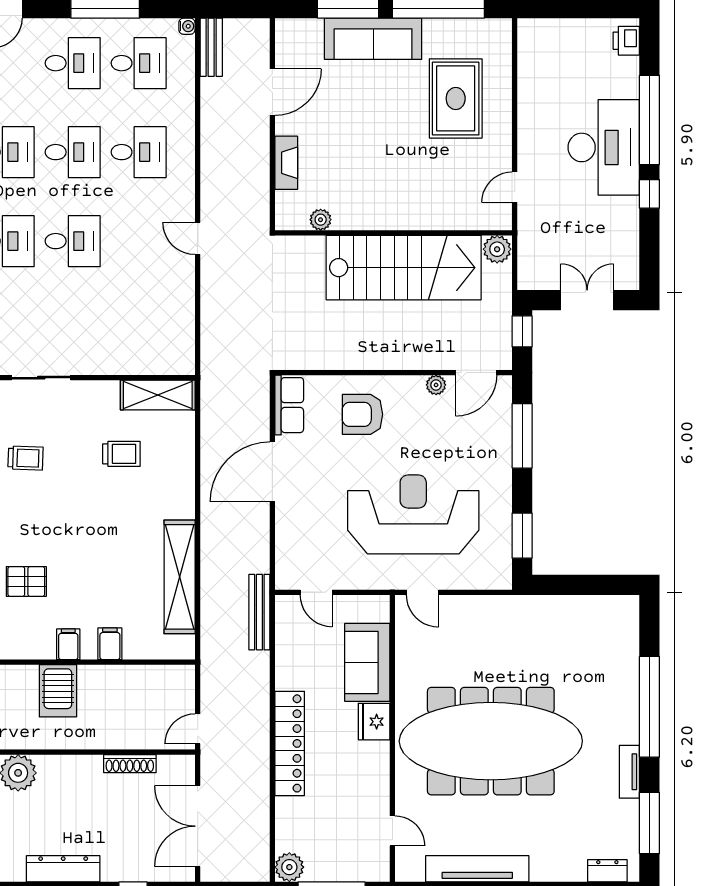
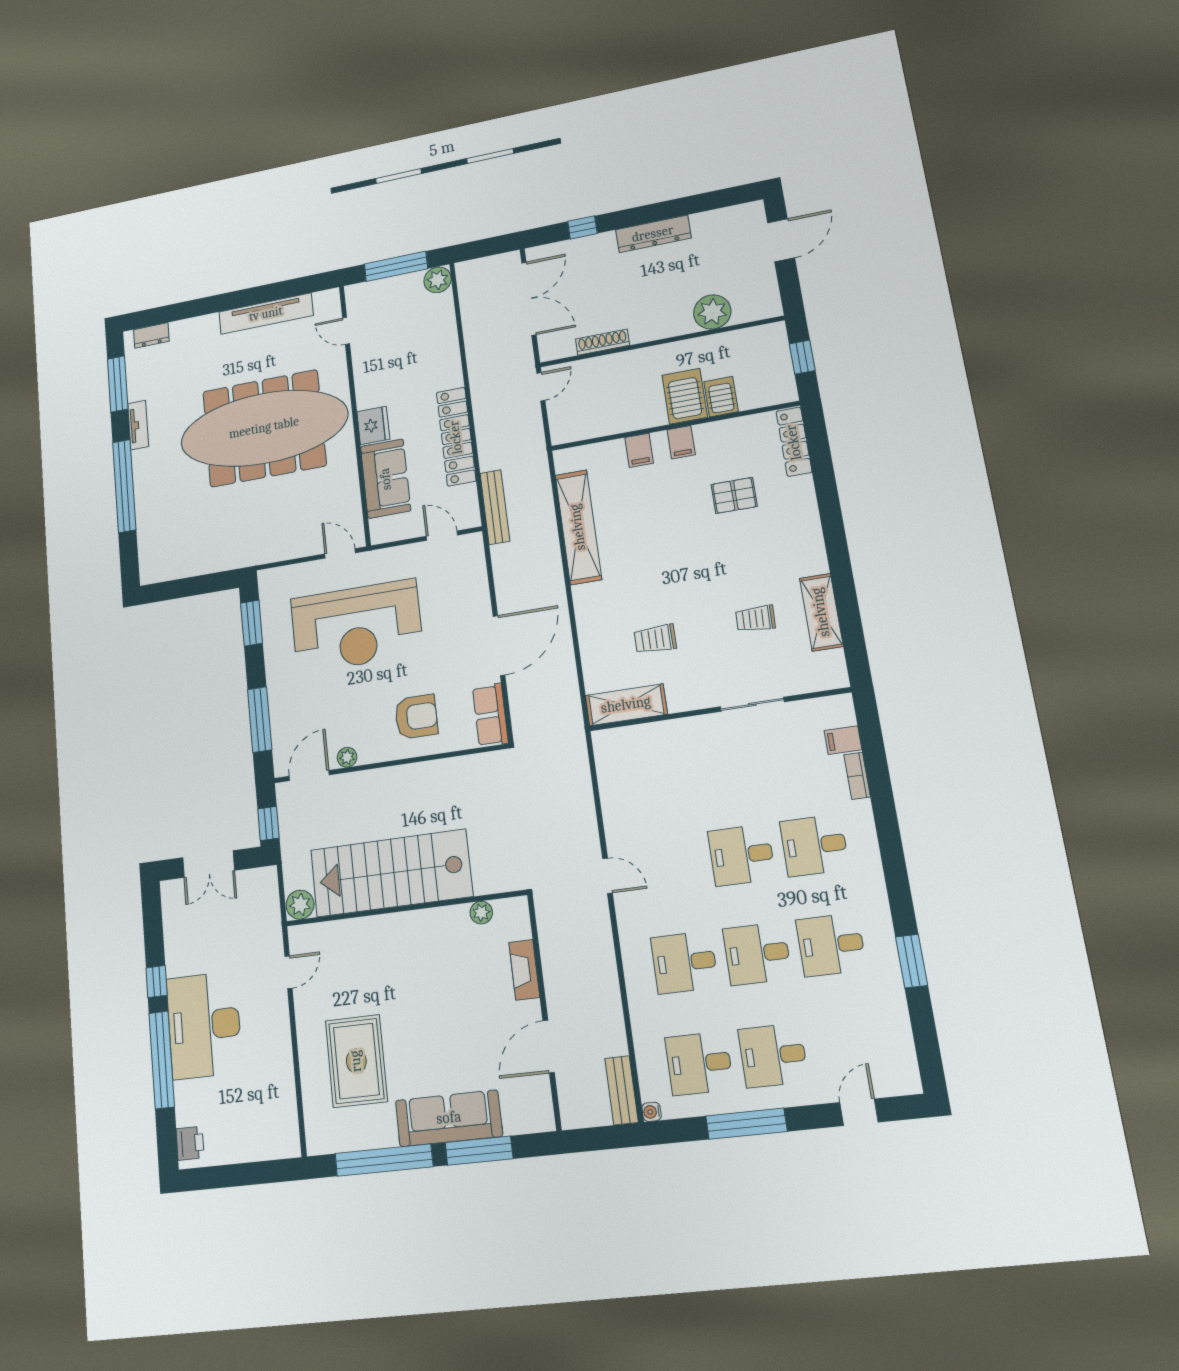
server rack: (23, 683) -> (721, 397), added
locker: (290, 743) -> (456, 437), moved

